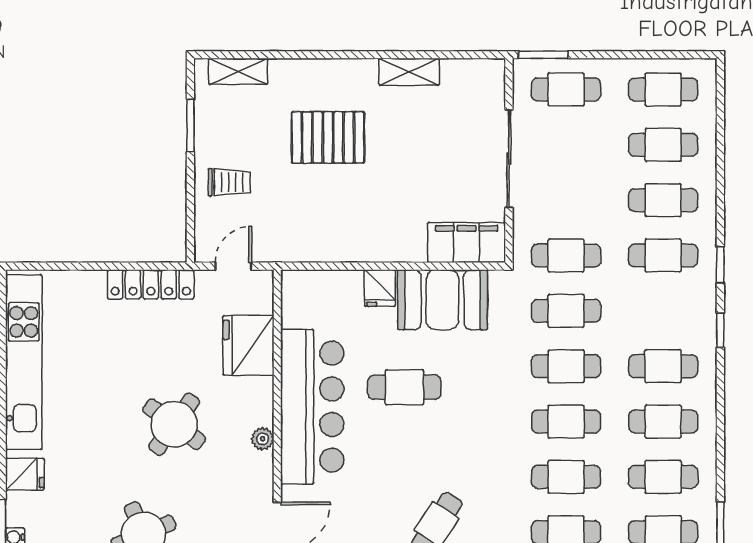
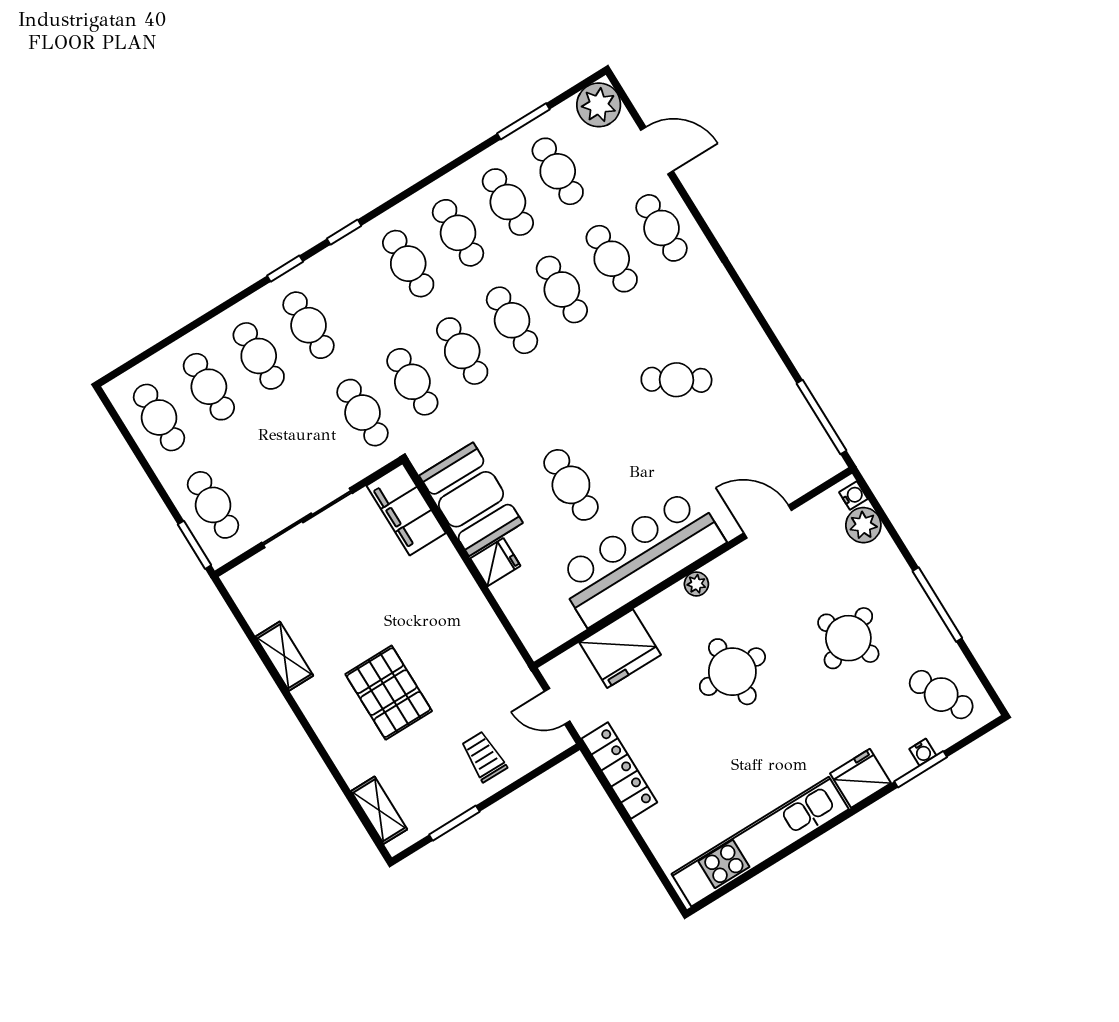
round table: (174, 424) -> (732, 672), turned -36
fridge: (25, 474) -> (860, 778), width x1.38

